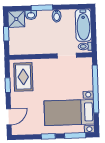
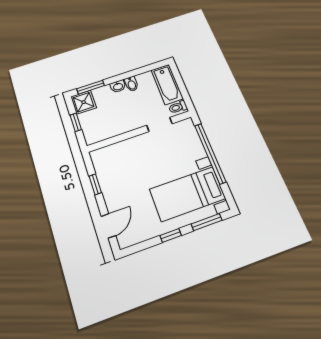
window: (42, 8) -> (90, 87), moved
washbasin: (31, 15) -> (118, 86), moved
rug: (23, 77) -> (113, 167), removed

